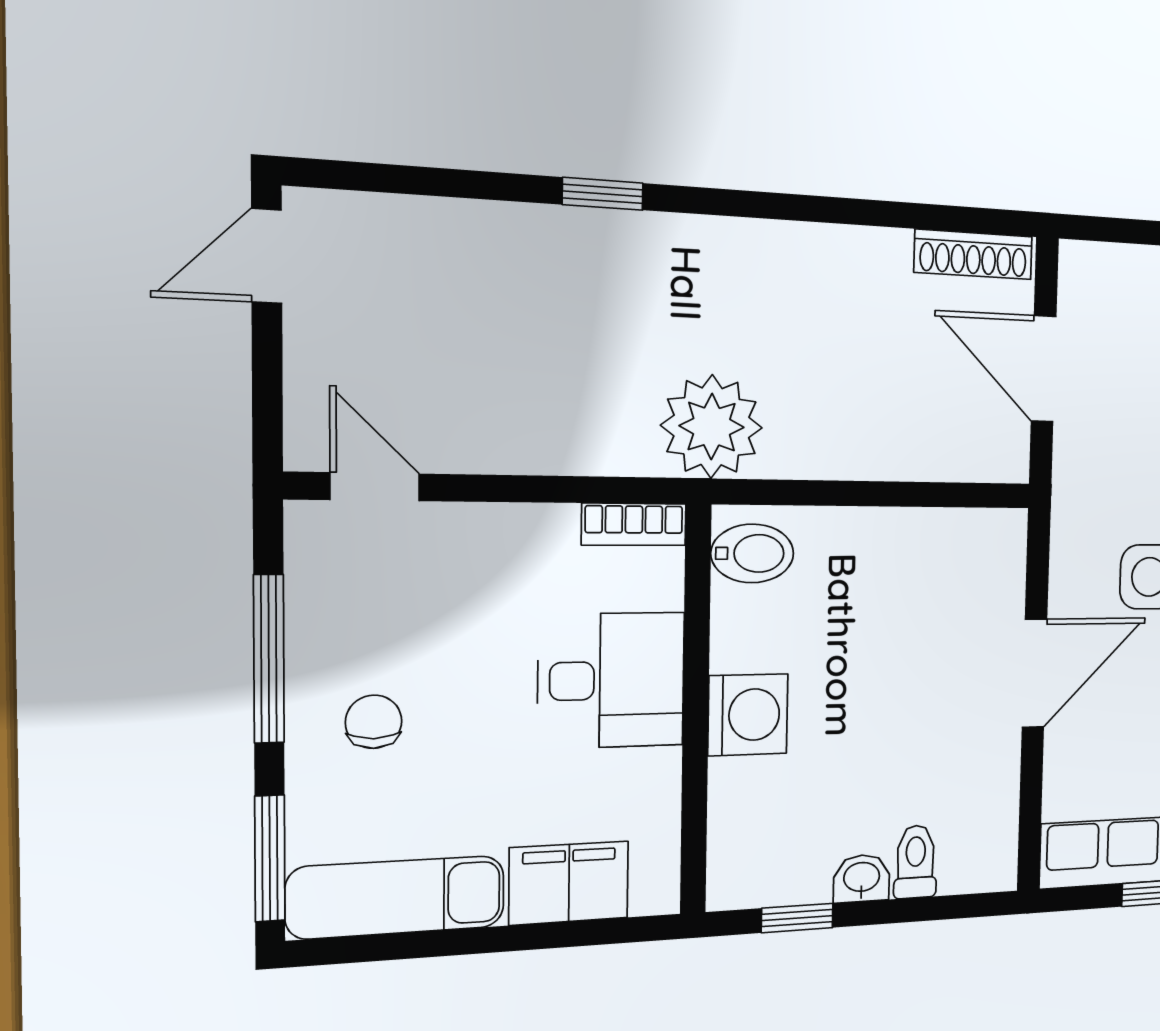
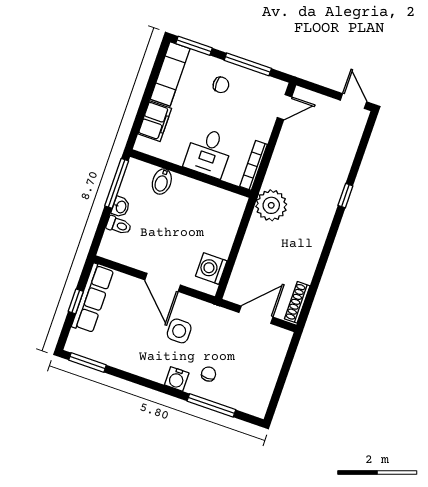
bookcase: (634, 524) -> (254, 165), width x1.56
bidet: (752, 553) -> (162, 181), moved
washing machine: (748, 715) -> (211, 269), moved, turned 90
window: (797, 918) -> (117, 183), width x2.17

